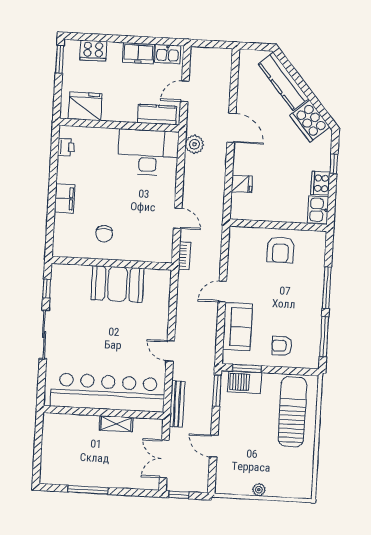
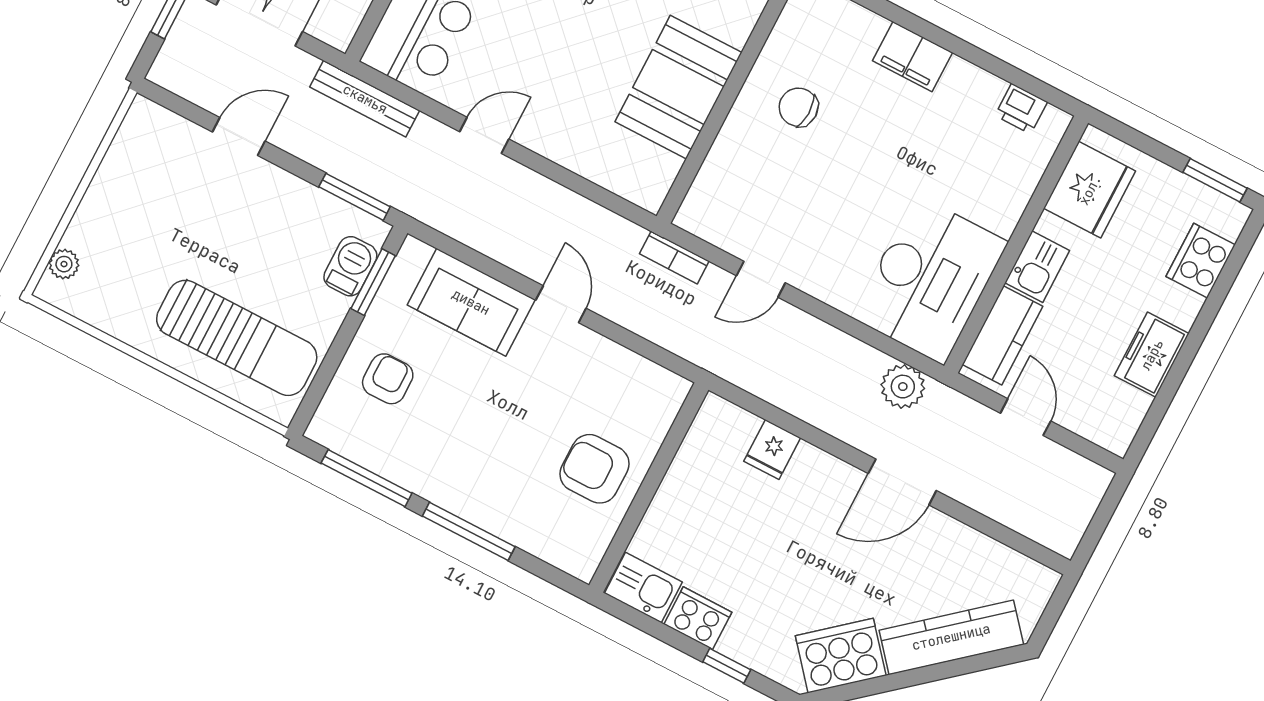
kitchen sink: (168, 54) -> (1037, 267), moved, turned 180
barbecue: (244, 382) -> (350, 266), width x0.73, depth x0.79
plant: (259, 490) -> (64, 264), moved

